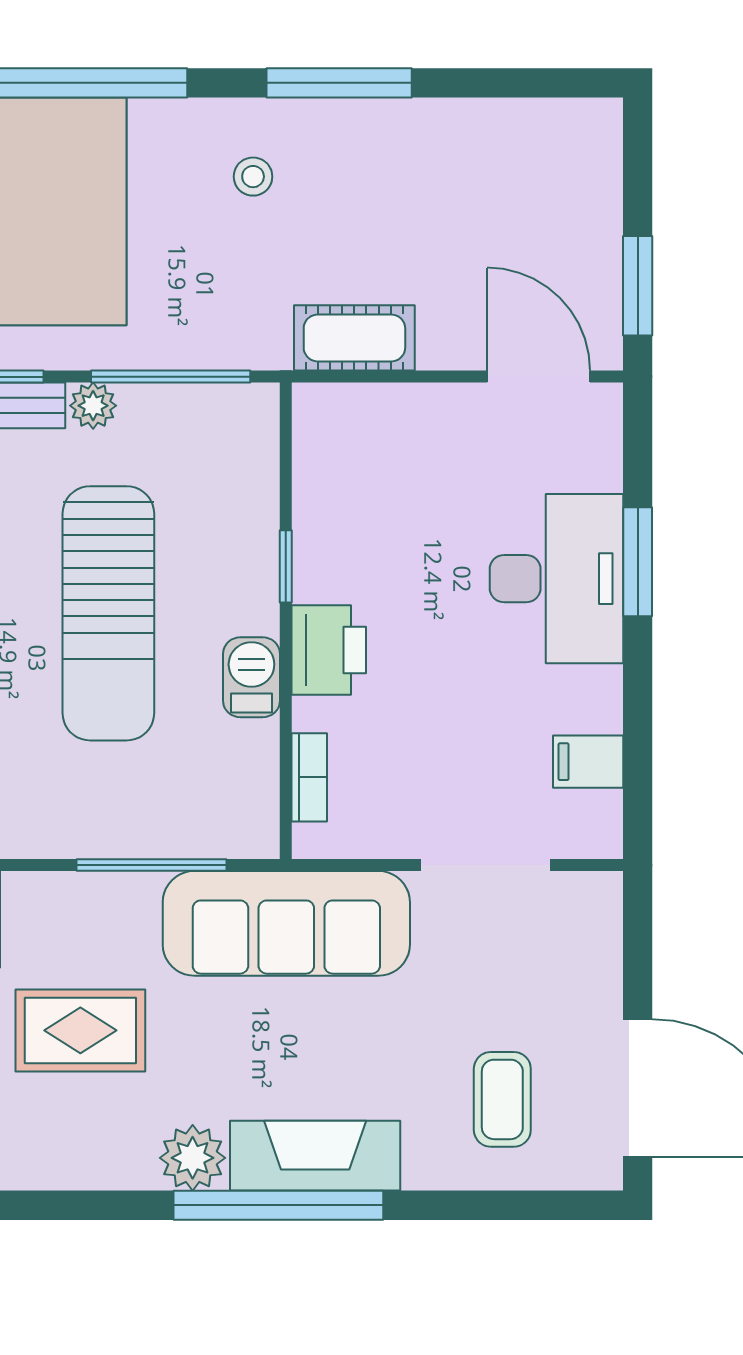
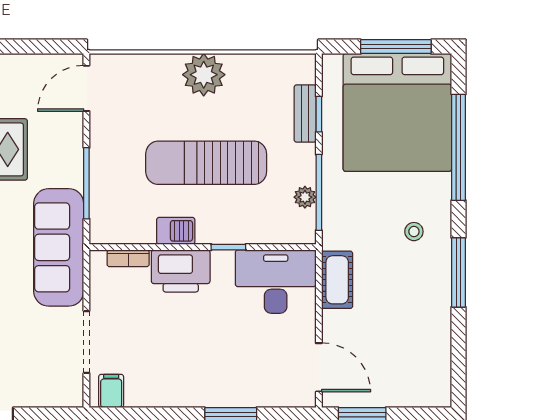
door: (539, 377) -> (319, 367), hinge flipped
plant: (93, 406) -> (305, 197), moved
desk: (556, 579) -> (276, 282), moved, turned 180
printer: (329, 650) -> (181, 271), width x1.37, depth x1.19
filing cabinet: (588, 762) -> (111, 391), moved

